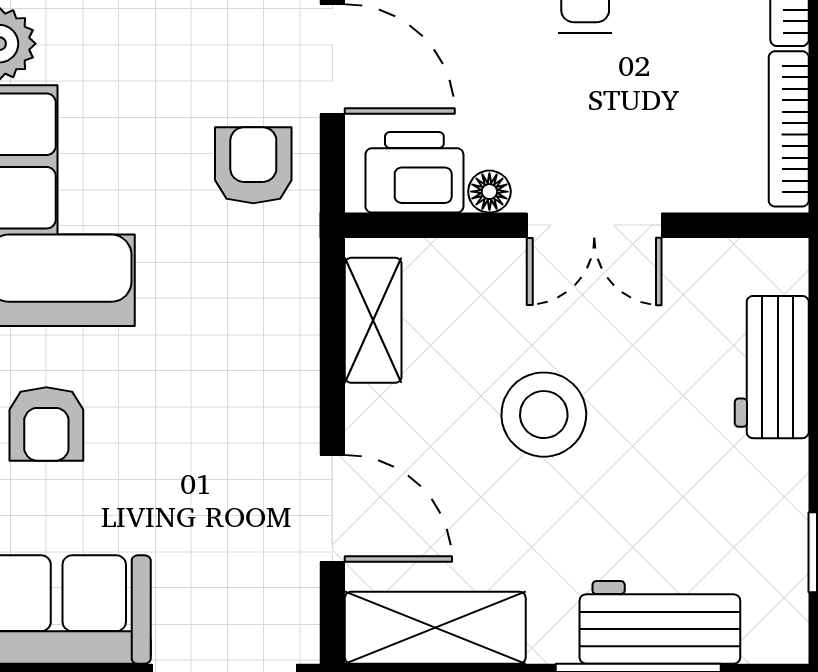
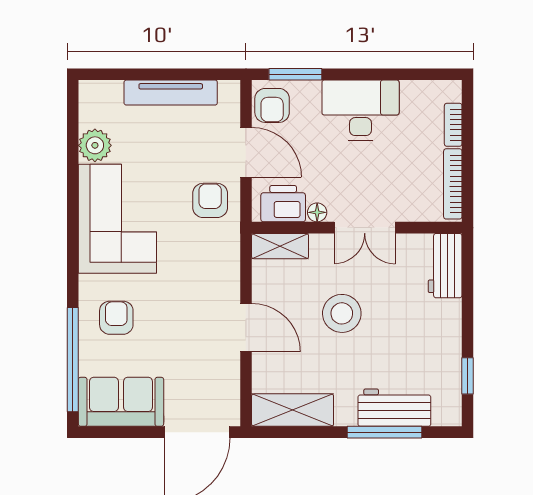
shelving: (373, 320) -> (280, 246), moved, turned 90
workbench: (772, 367) -> (445, 266), moved
armchair: (46, 424) -> (116, 318), turned 180
door: (332, 508) -> (246, 328), moved

